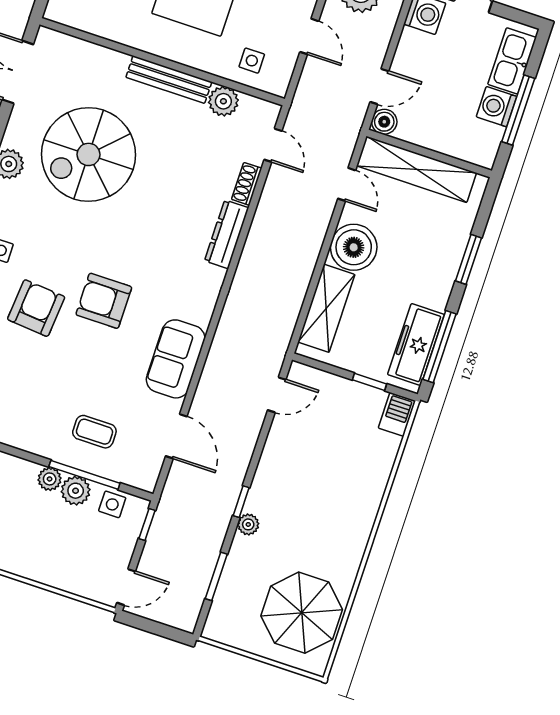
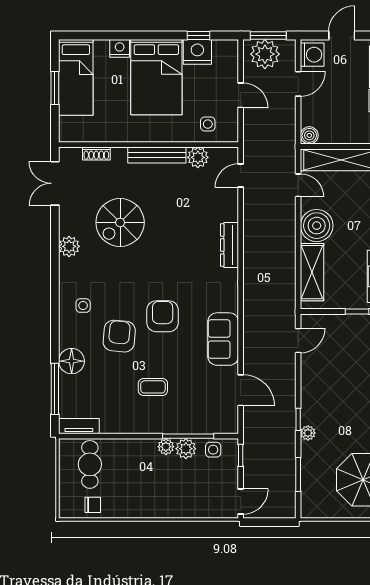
door: (379, 87) -> (298, 84), moved
door: (273, 145) -> (241, 176), swing flipped
spiral stairs: (88, 154) -> (120, 222), width x0.73, depth x0.73
shoe rack: (247, 184) -> (96, 154), moved, turned -90
armchair: (104, 301) -> (163, 316), turned 90
coffee table: (94, 432) -> (153, 387), moved

